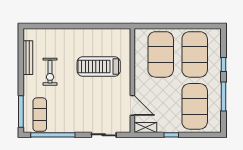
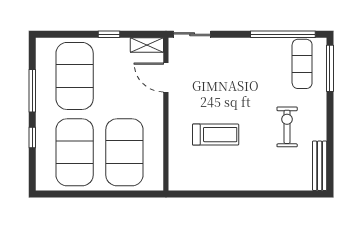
bench: (28, 58) -> (320, 166), moved
treadmill: (99, 67) -> (216, 135), width x0.73, depth x0.73
sliding door: (104, 135) -> (192, 34), moved

